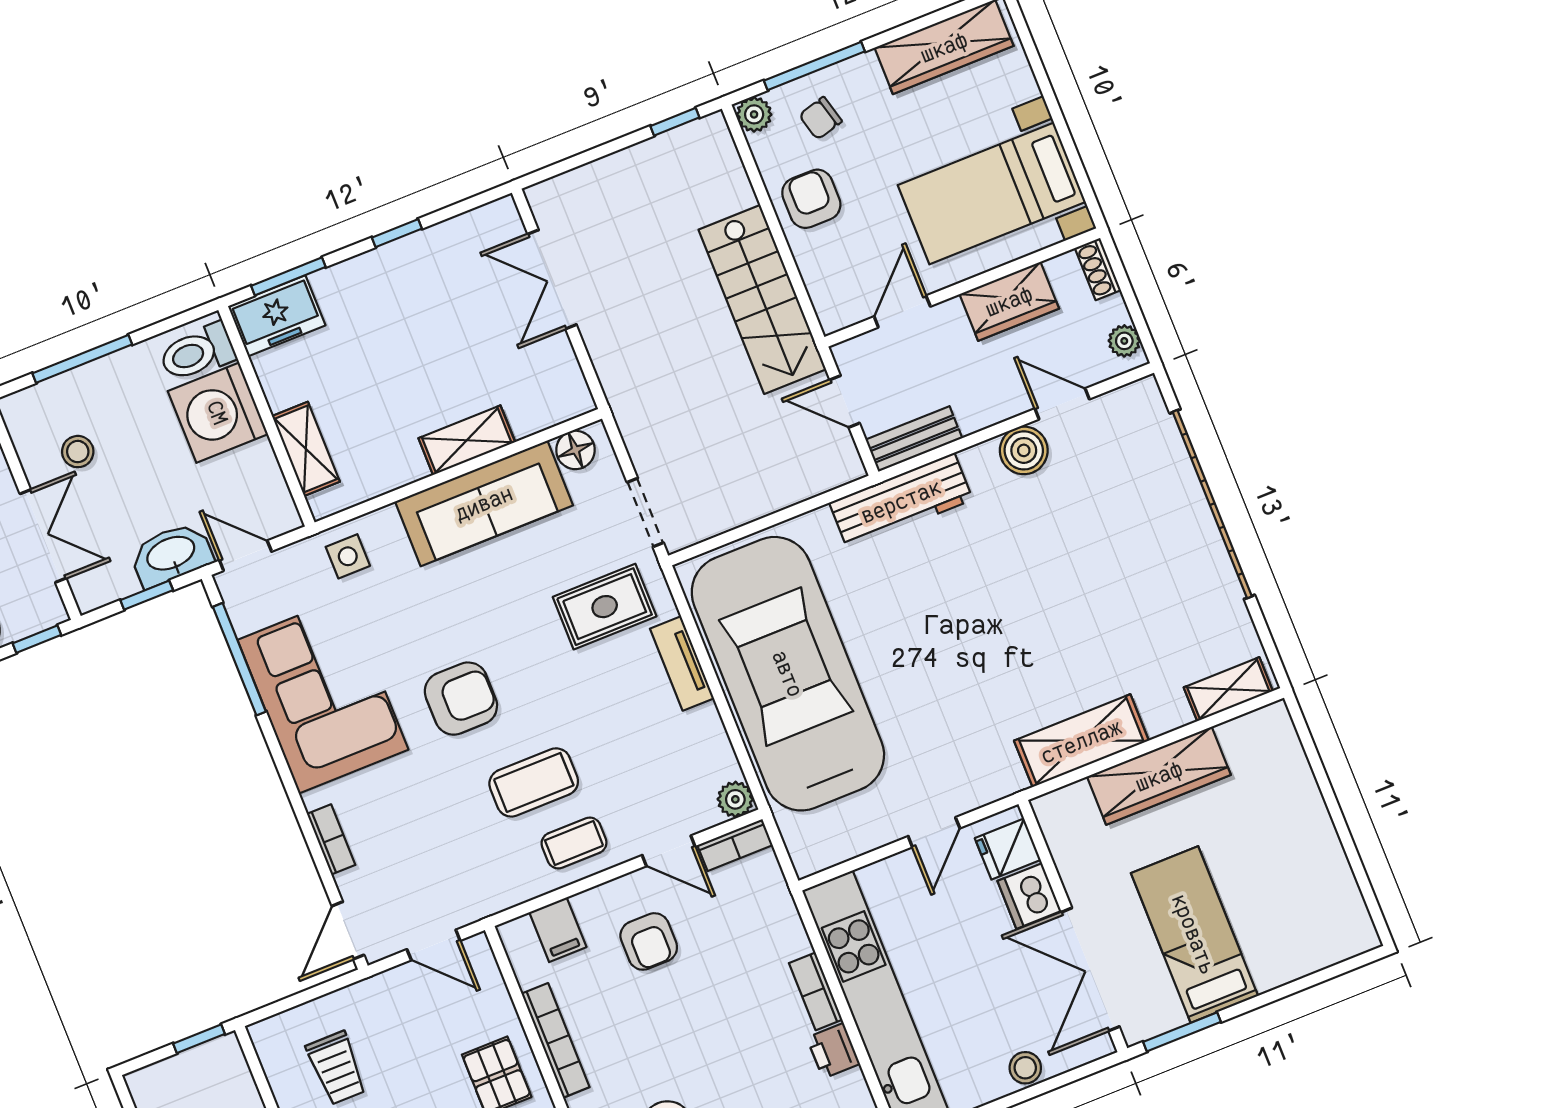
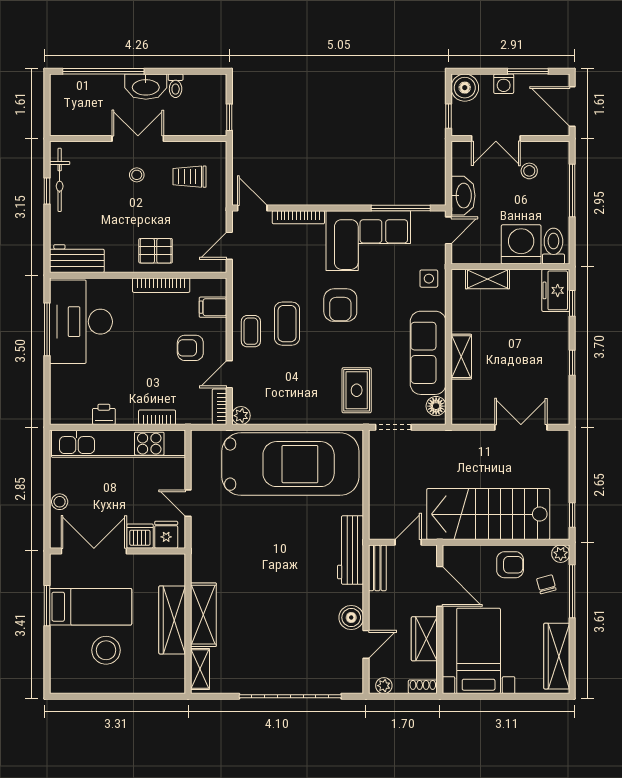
window: (288, 276) -> (572, 303), width x0.67
stairs: (762, 299) -> (488, 514), width x1.36, depth x1.51
door: (902, 311) -> (440, 586), width x1.38
window: (147, 595) -> (448, 176), removed
tv unit: (682, 663) -> (315, 416), removed
shelving: (1081, 741) -> (203, 615), moved
bookcase: (331, 839) -> (298, 217), width x1.56
stool: (1263, 874) -> (106, 650), added
bookcase: (816, 991) -> (157, 417), moved
window: (1182, 1032) -> (47, 606), moved

